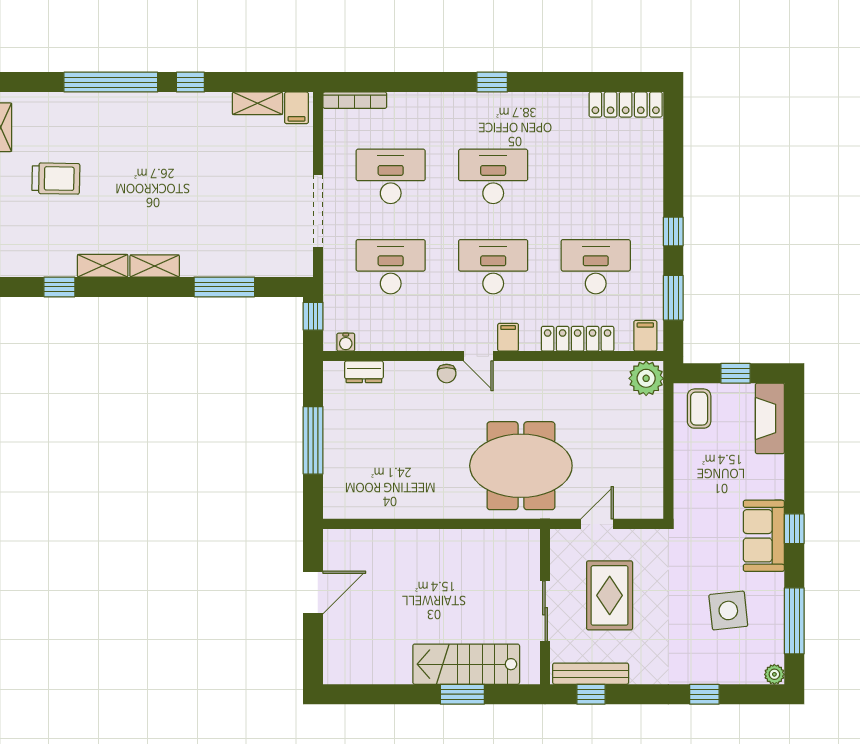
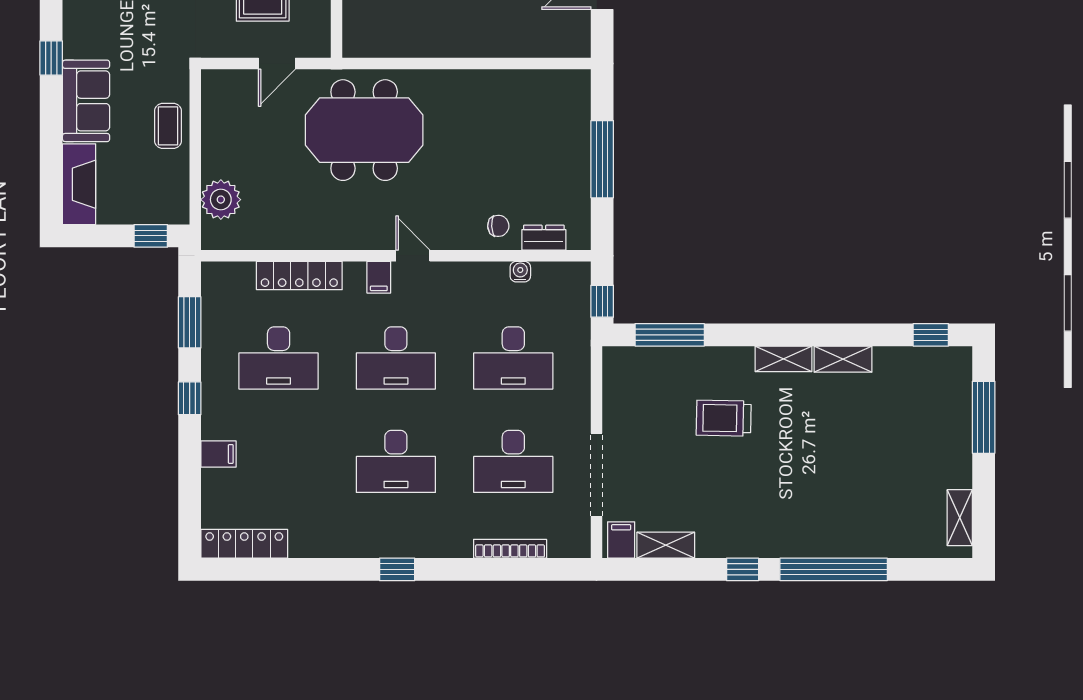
bookcase: (355, 100) -> (510, 549), moved
trolley: (56, 179) -> (724, 418), moved
doorway: (318, 211) -> (597, 475), moved
window: (59, 287) -> (931, 335), moved
window: (224, 287) -> (670, 335), moved
filing cabinet: (645, 336) -> (218, 454), moved, turned -90
water cooler: (346, 342) -> (520, 272), moved
window: (736, 373) -> (151, 236), moved
chair: (447, 374) -> (498, 226), moved, turned 87
plant: (646, 378) -> (221, 200), moved
coffee table: (699, 409) -> (168, 126), moved
sofa: (764, 536) -> (86, 101), moved

